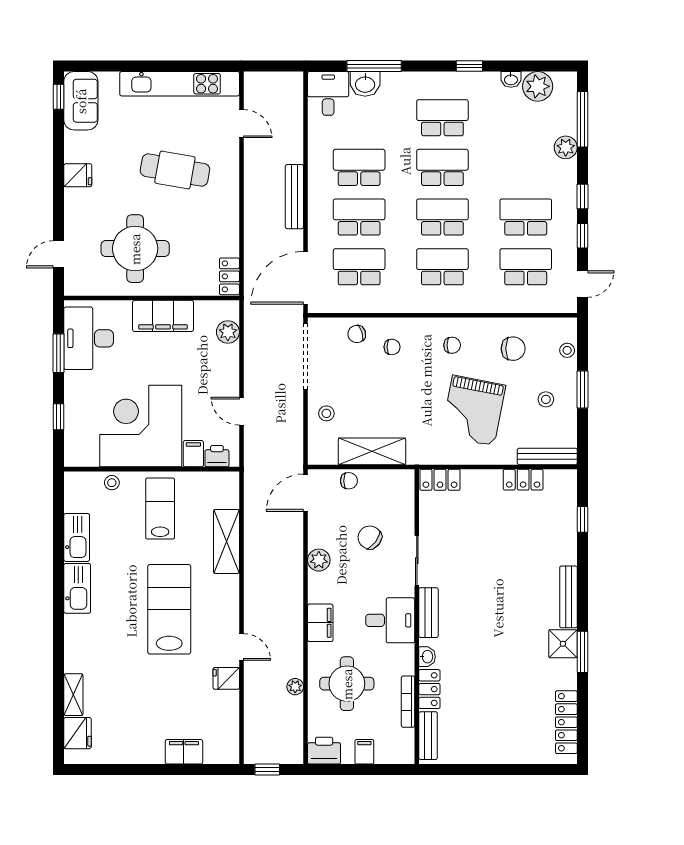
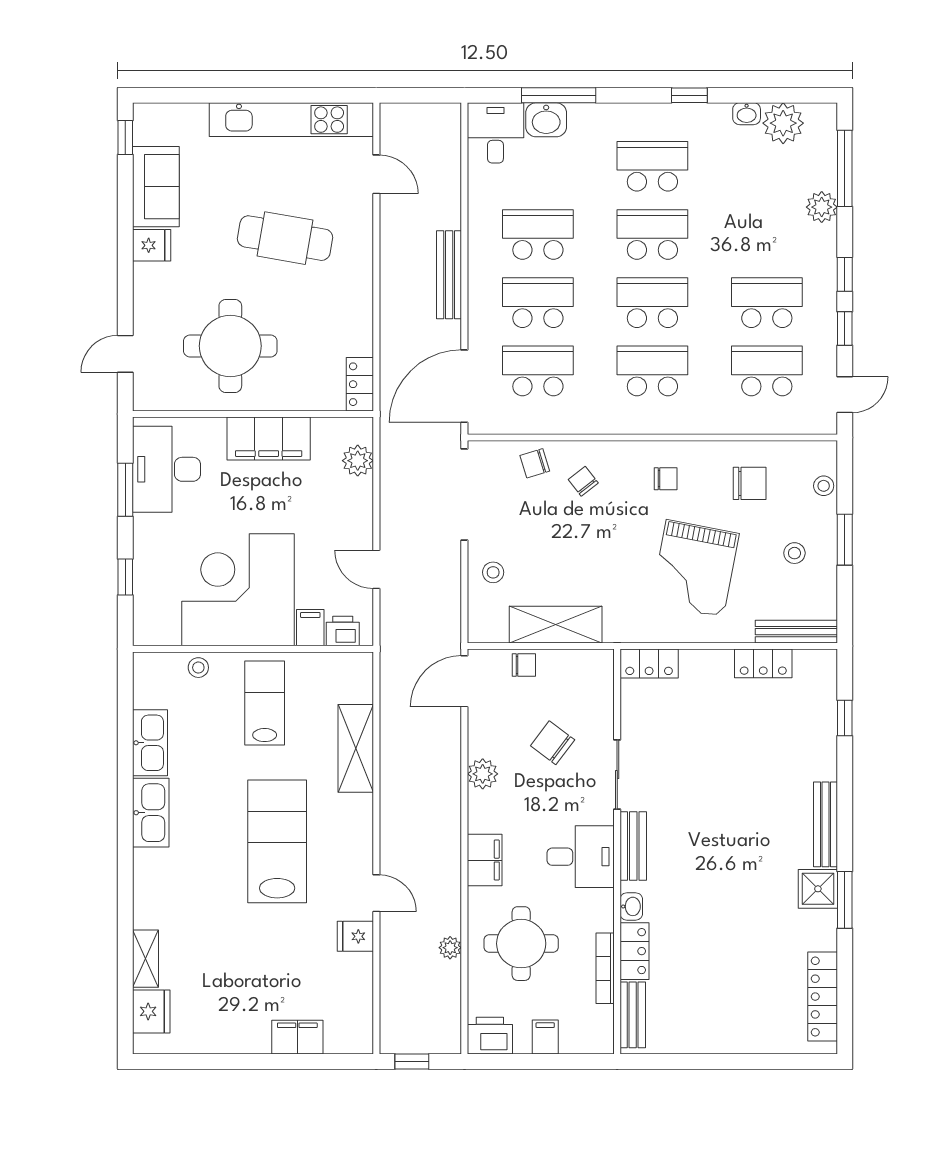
sofa: (81, 101) -> (156, 187), moved
chair: (392, 347) -> (583, 481), turned -128

